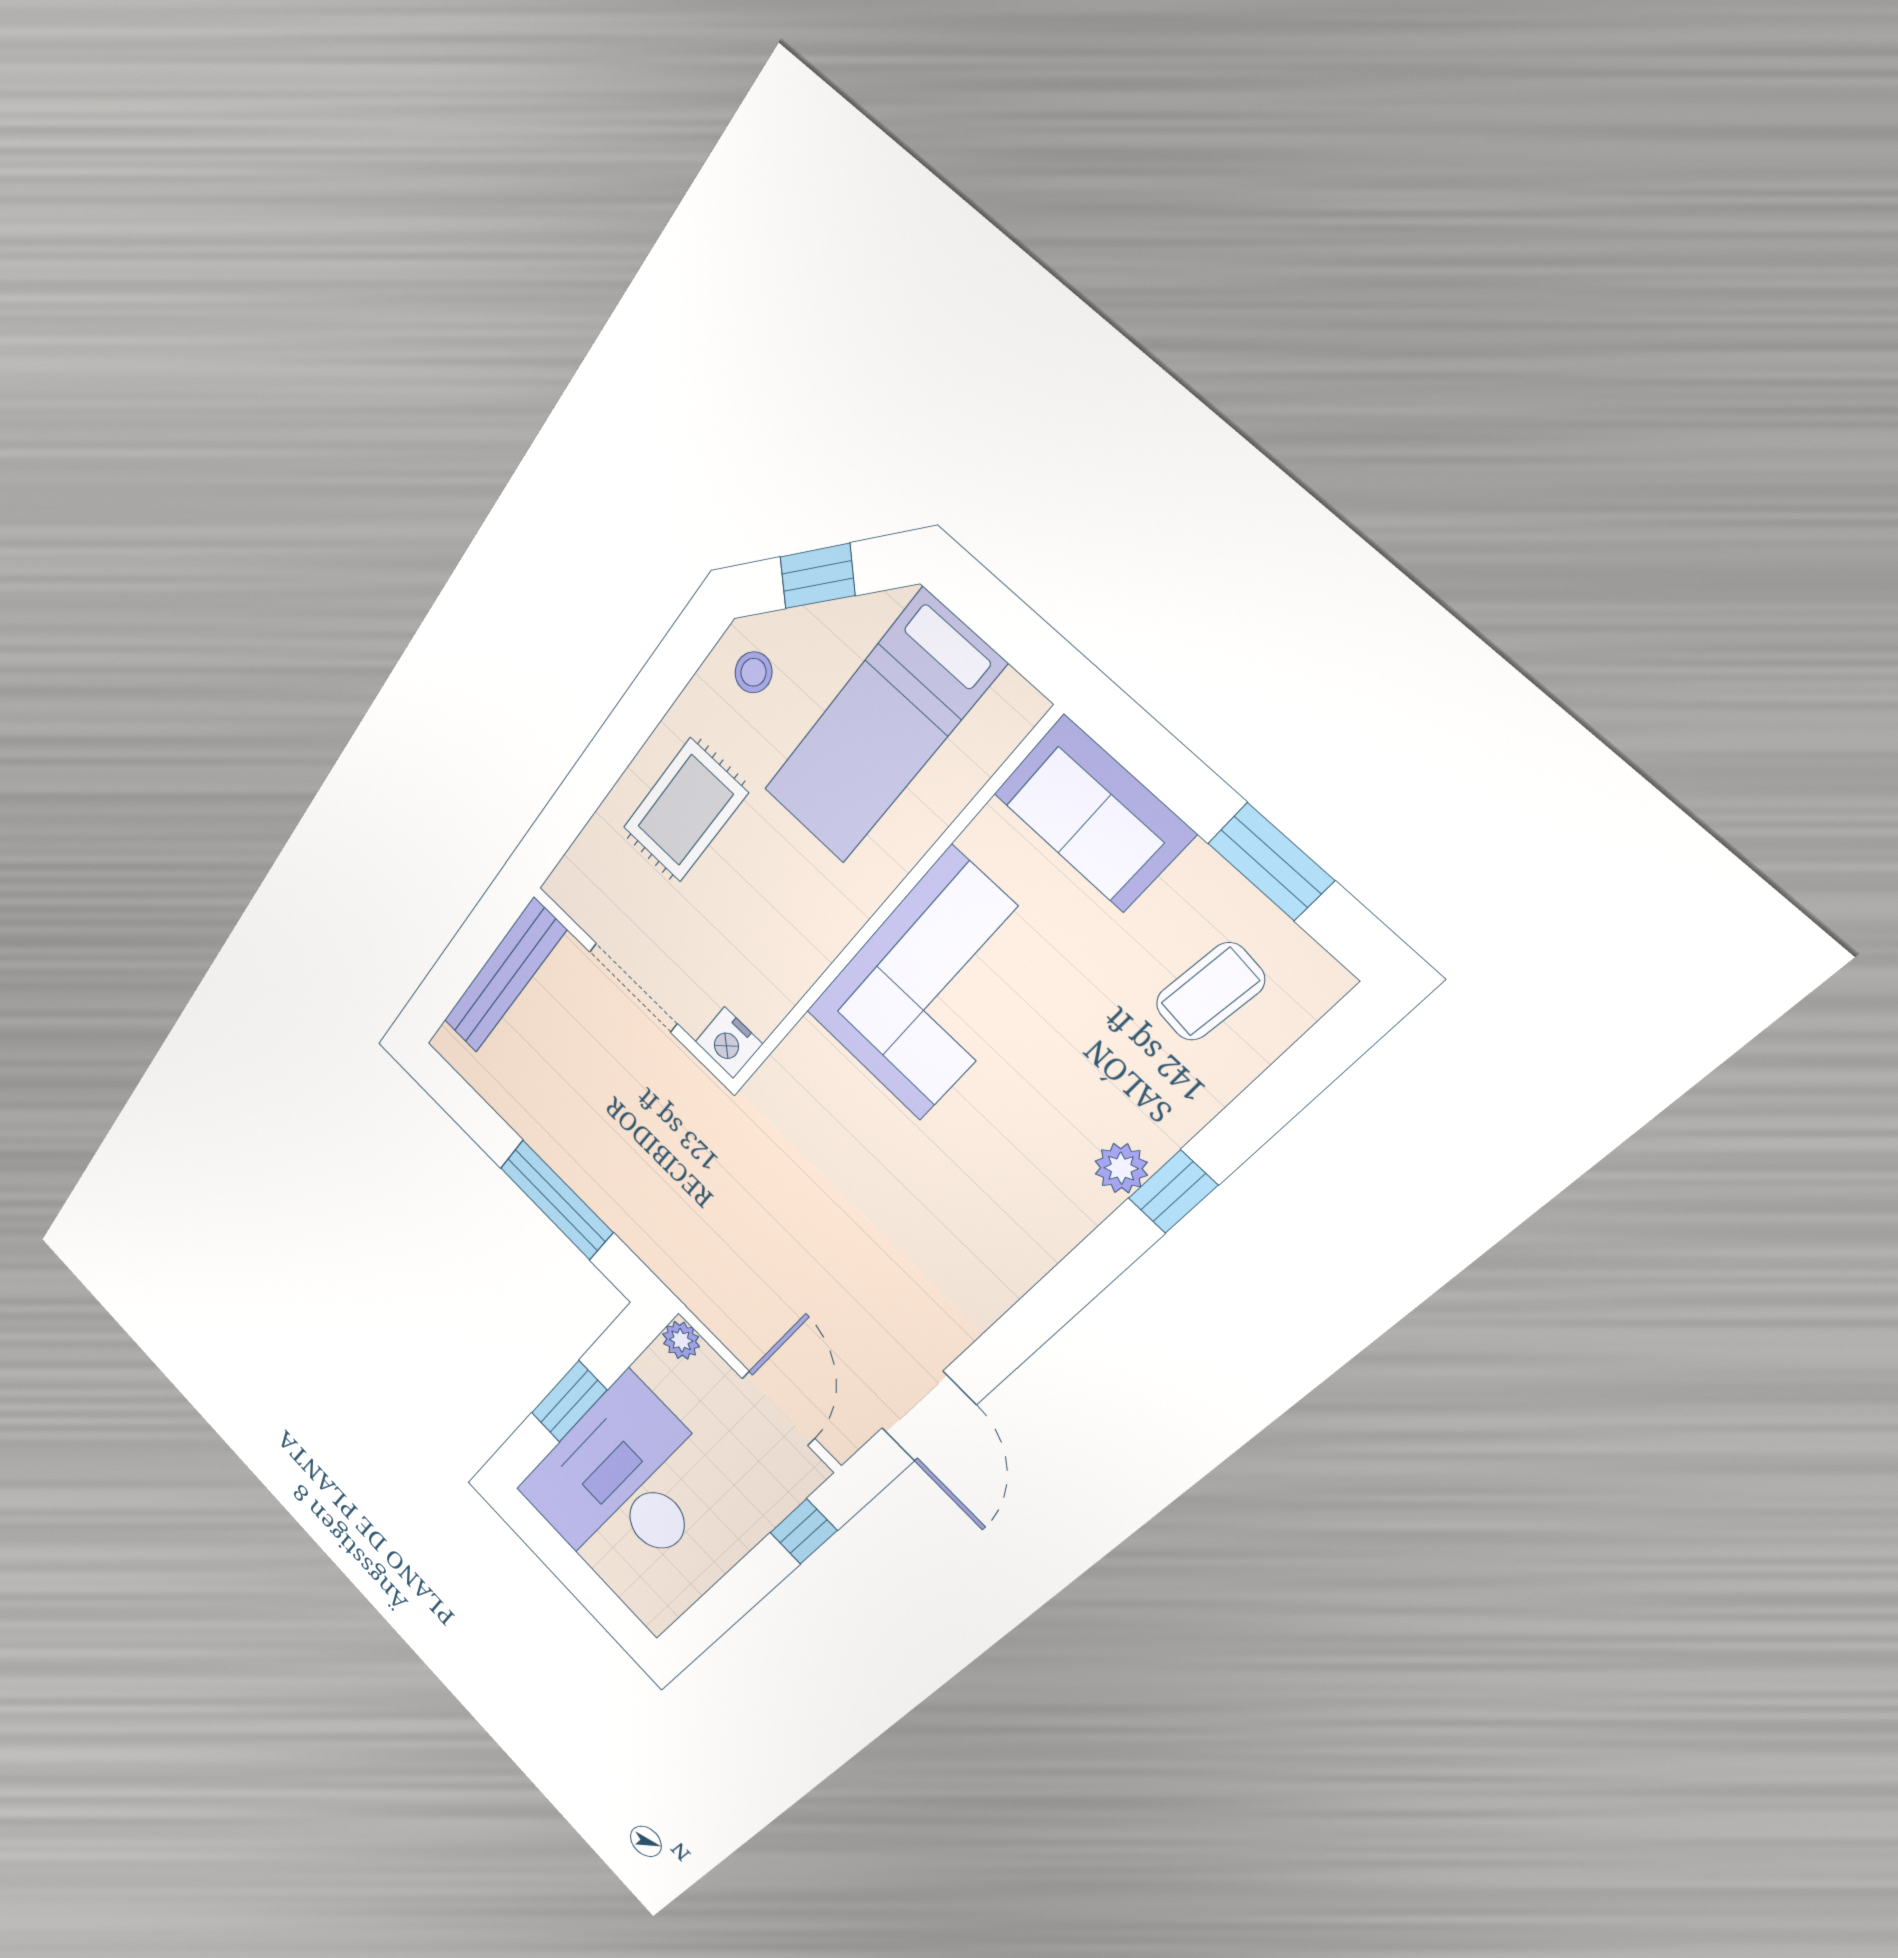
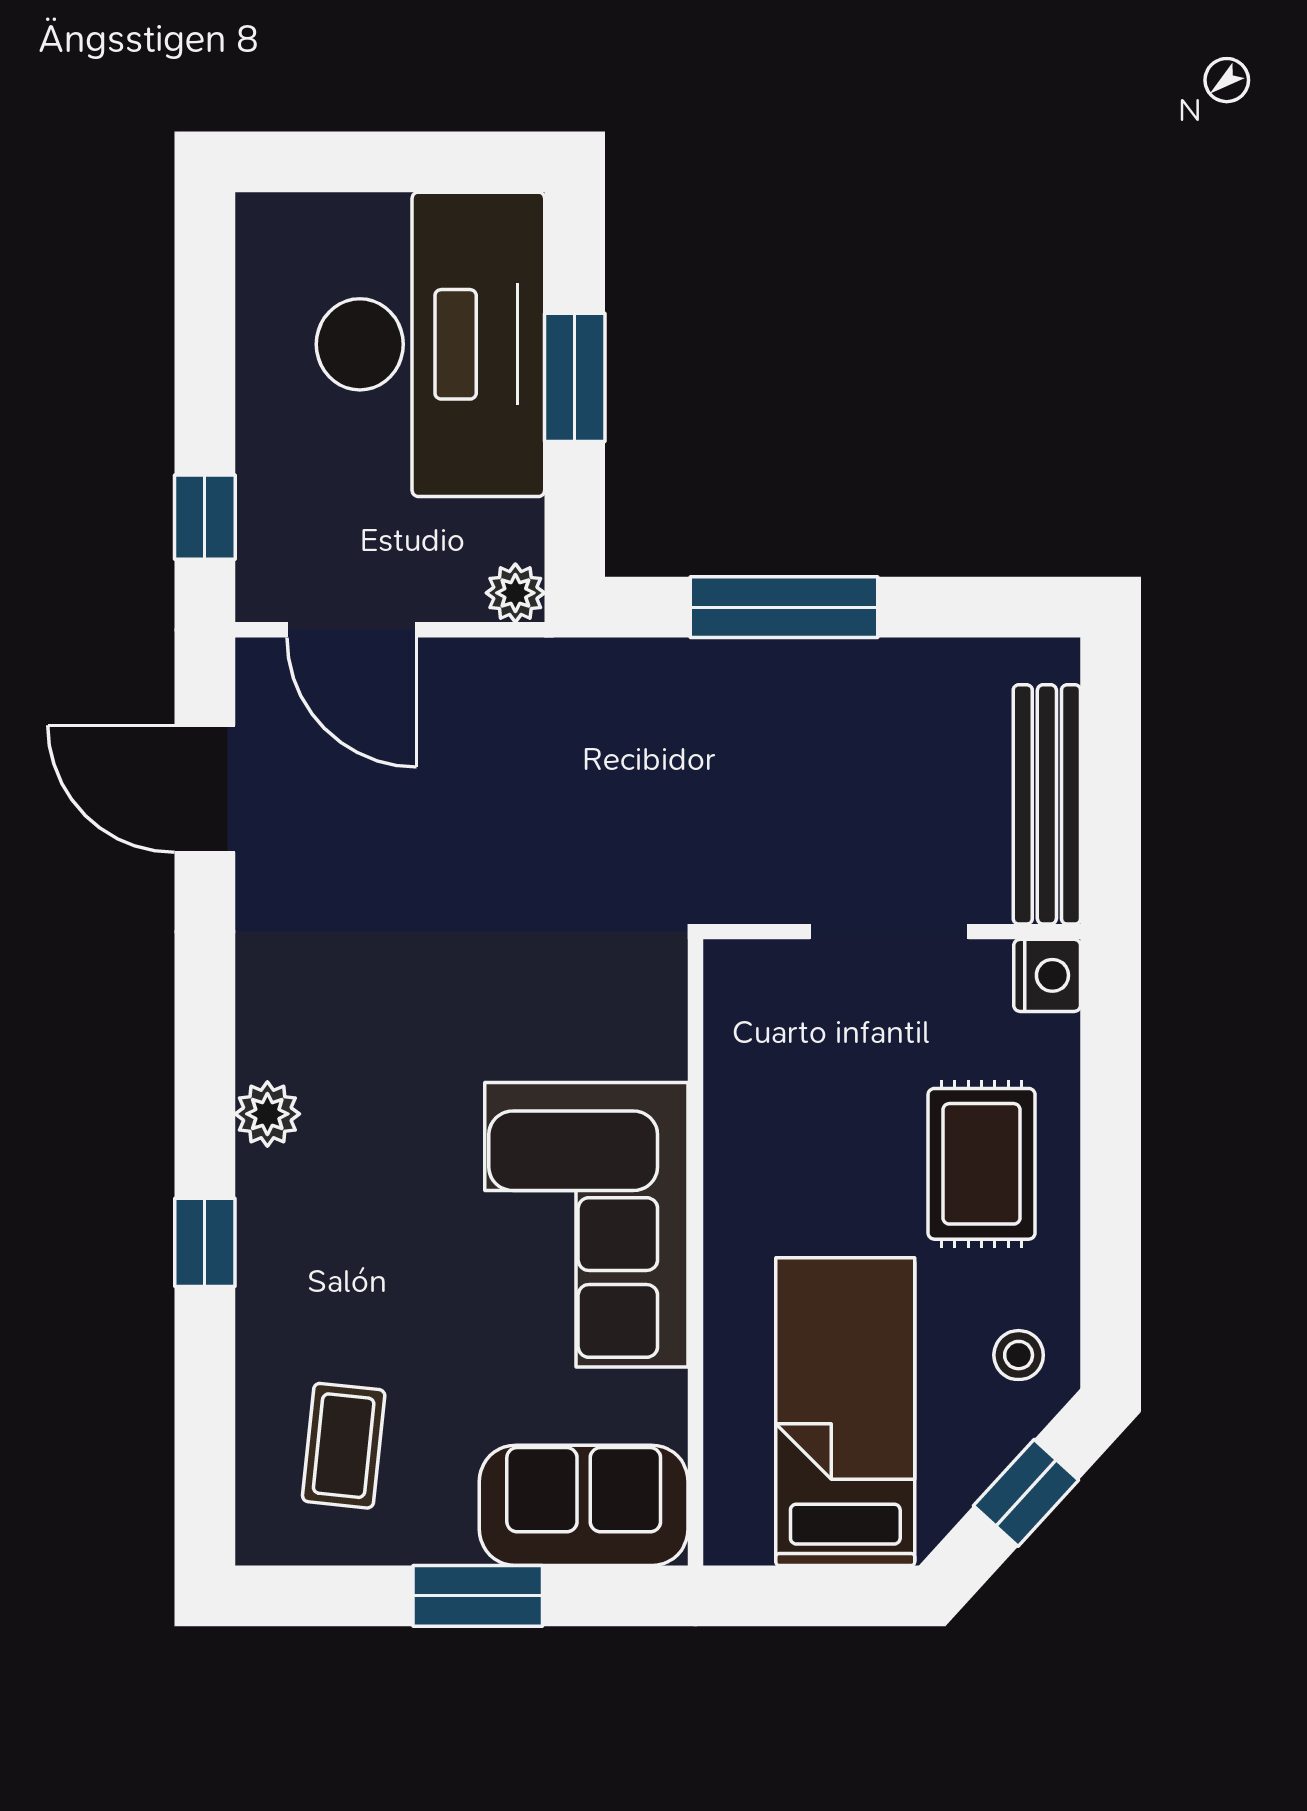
window: (1271, 862) -> (478, 1596), moved
nightstand: (729, 1043) -> (1047, 975), moved, turned 90
plant: (1121, 1168) -> (267, 1114), moved

